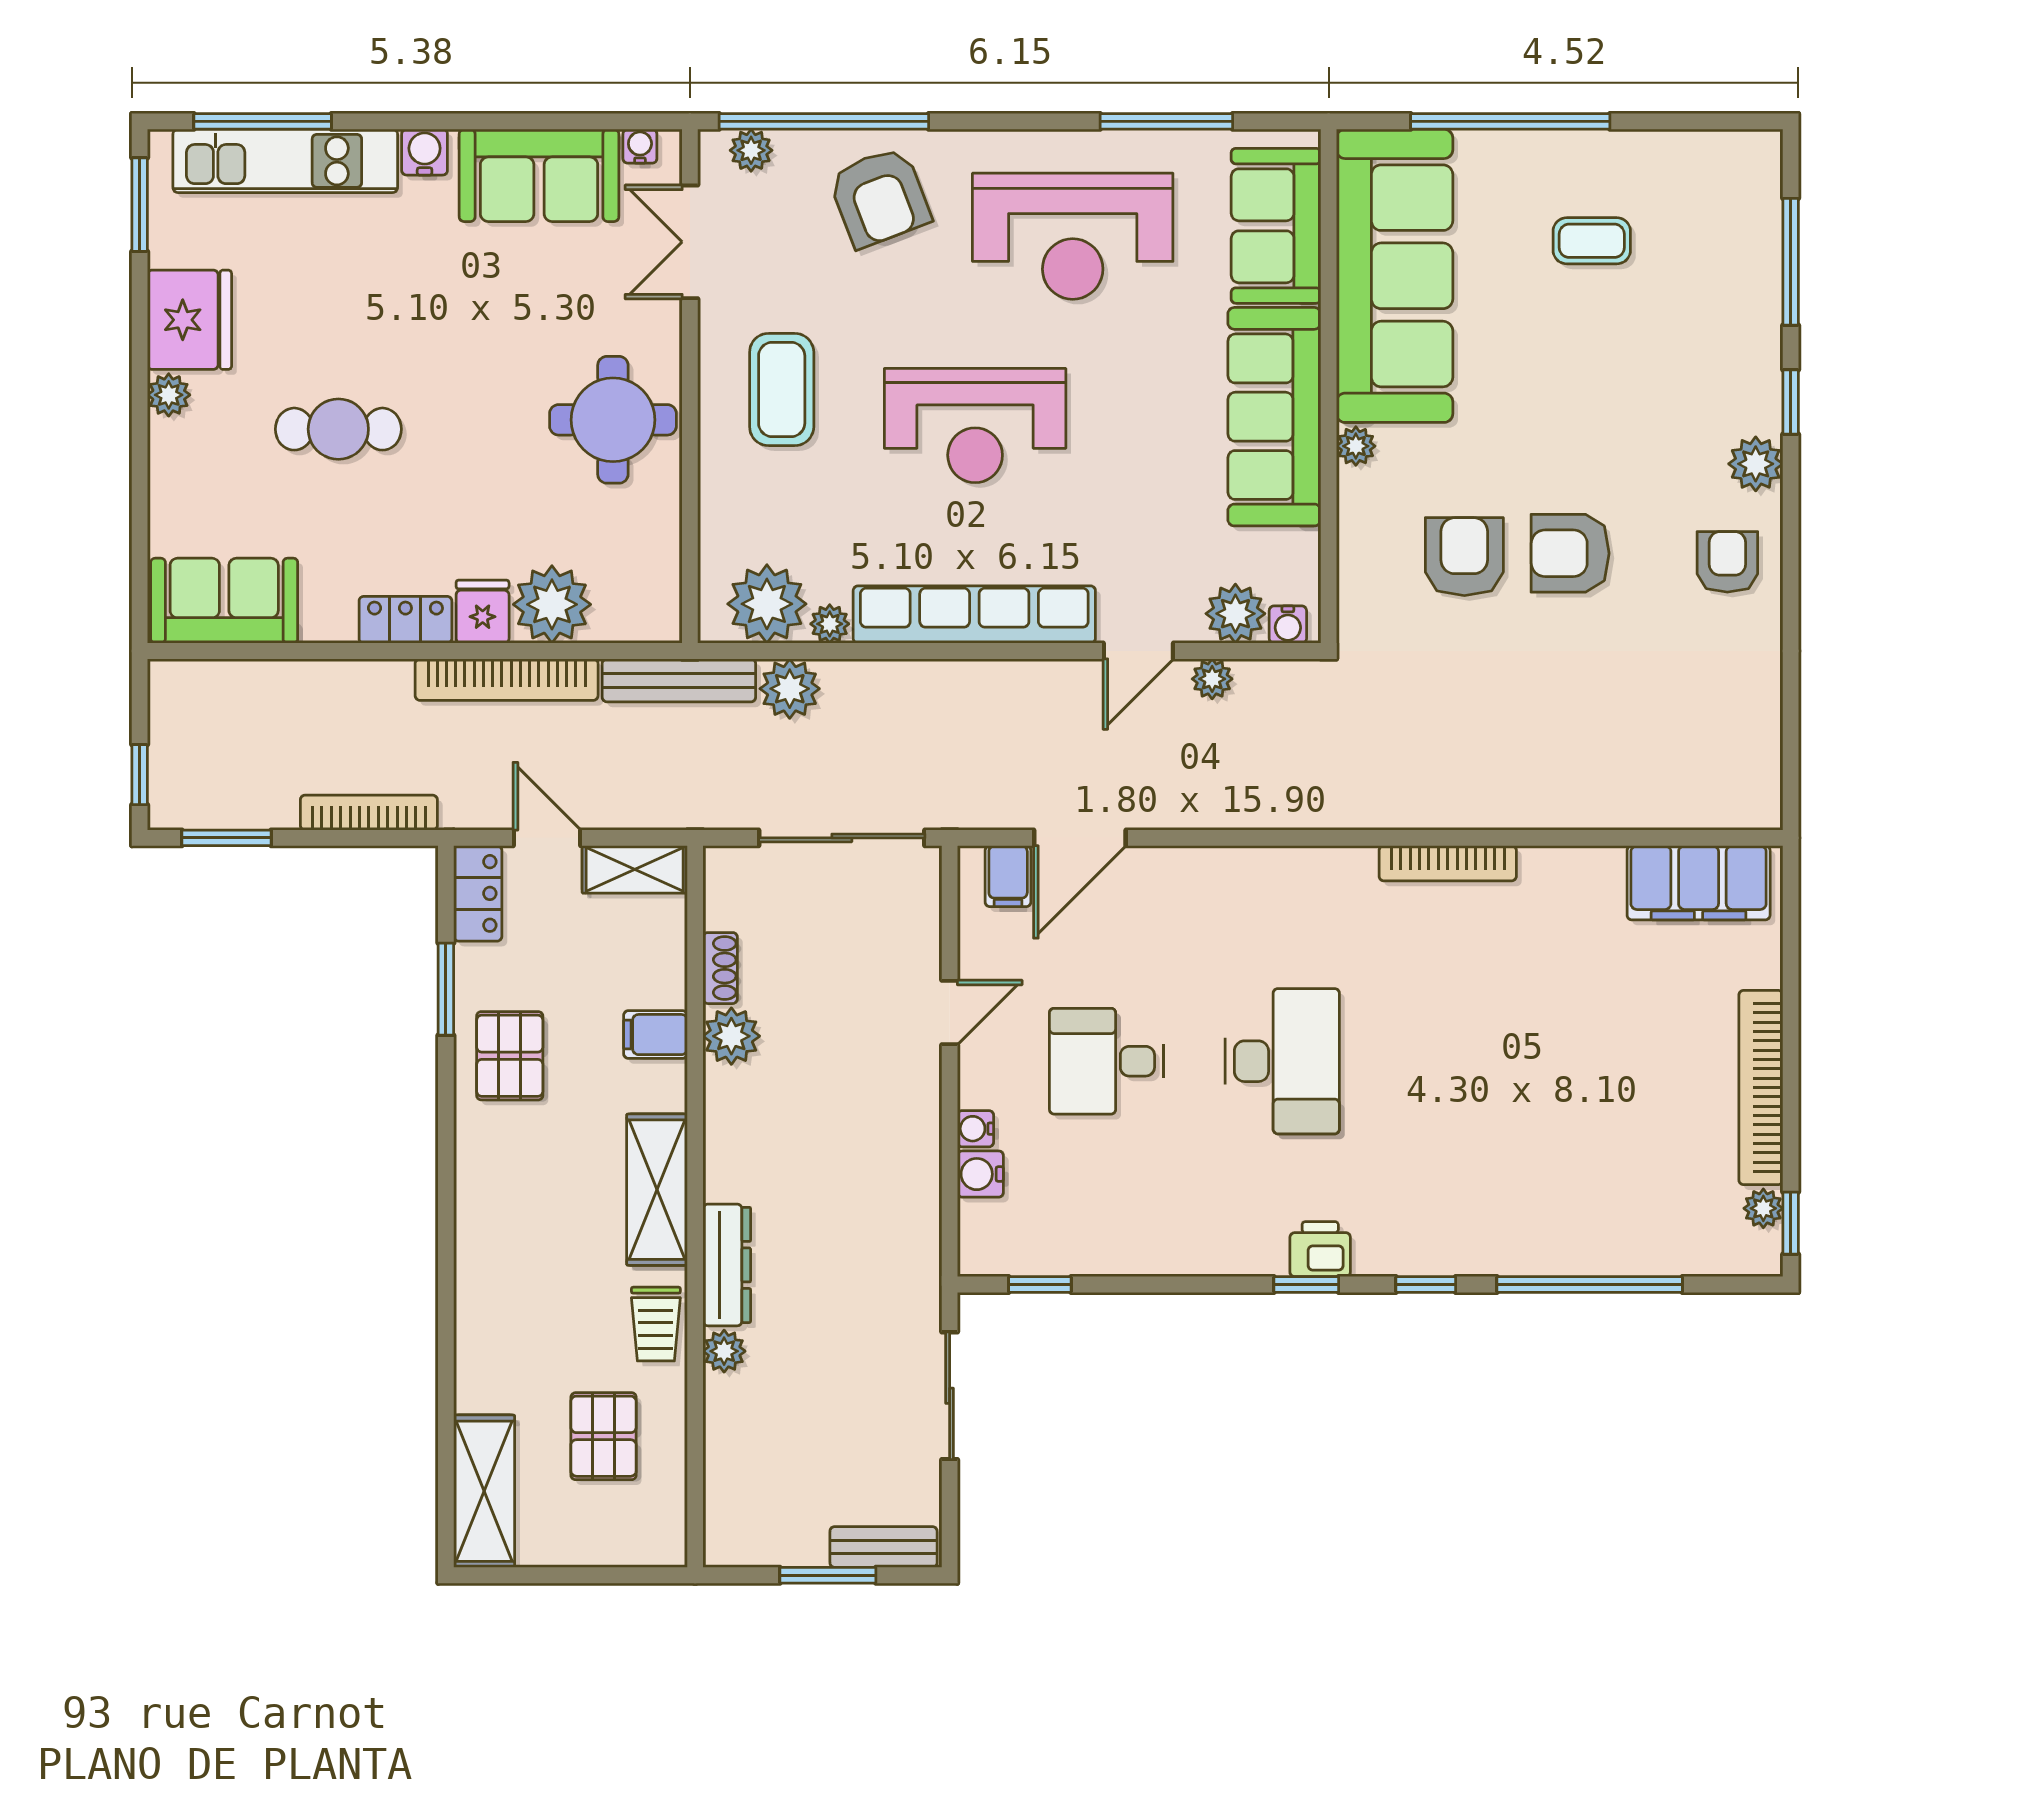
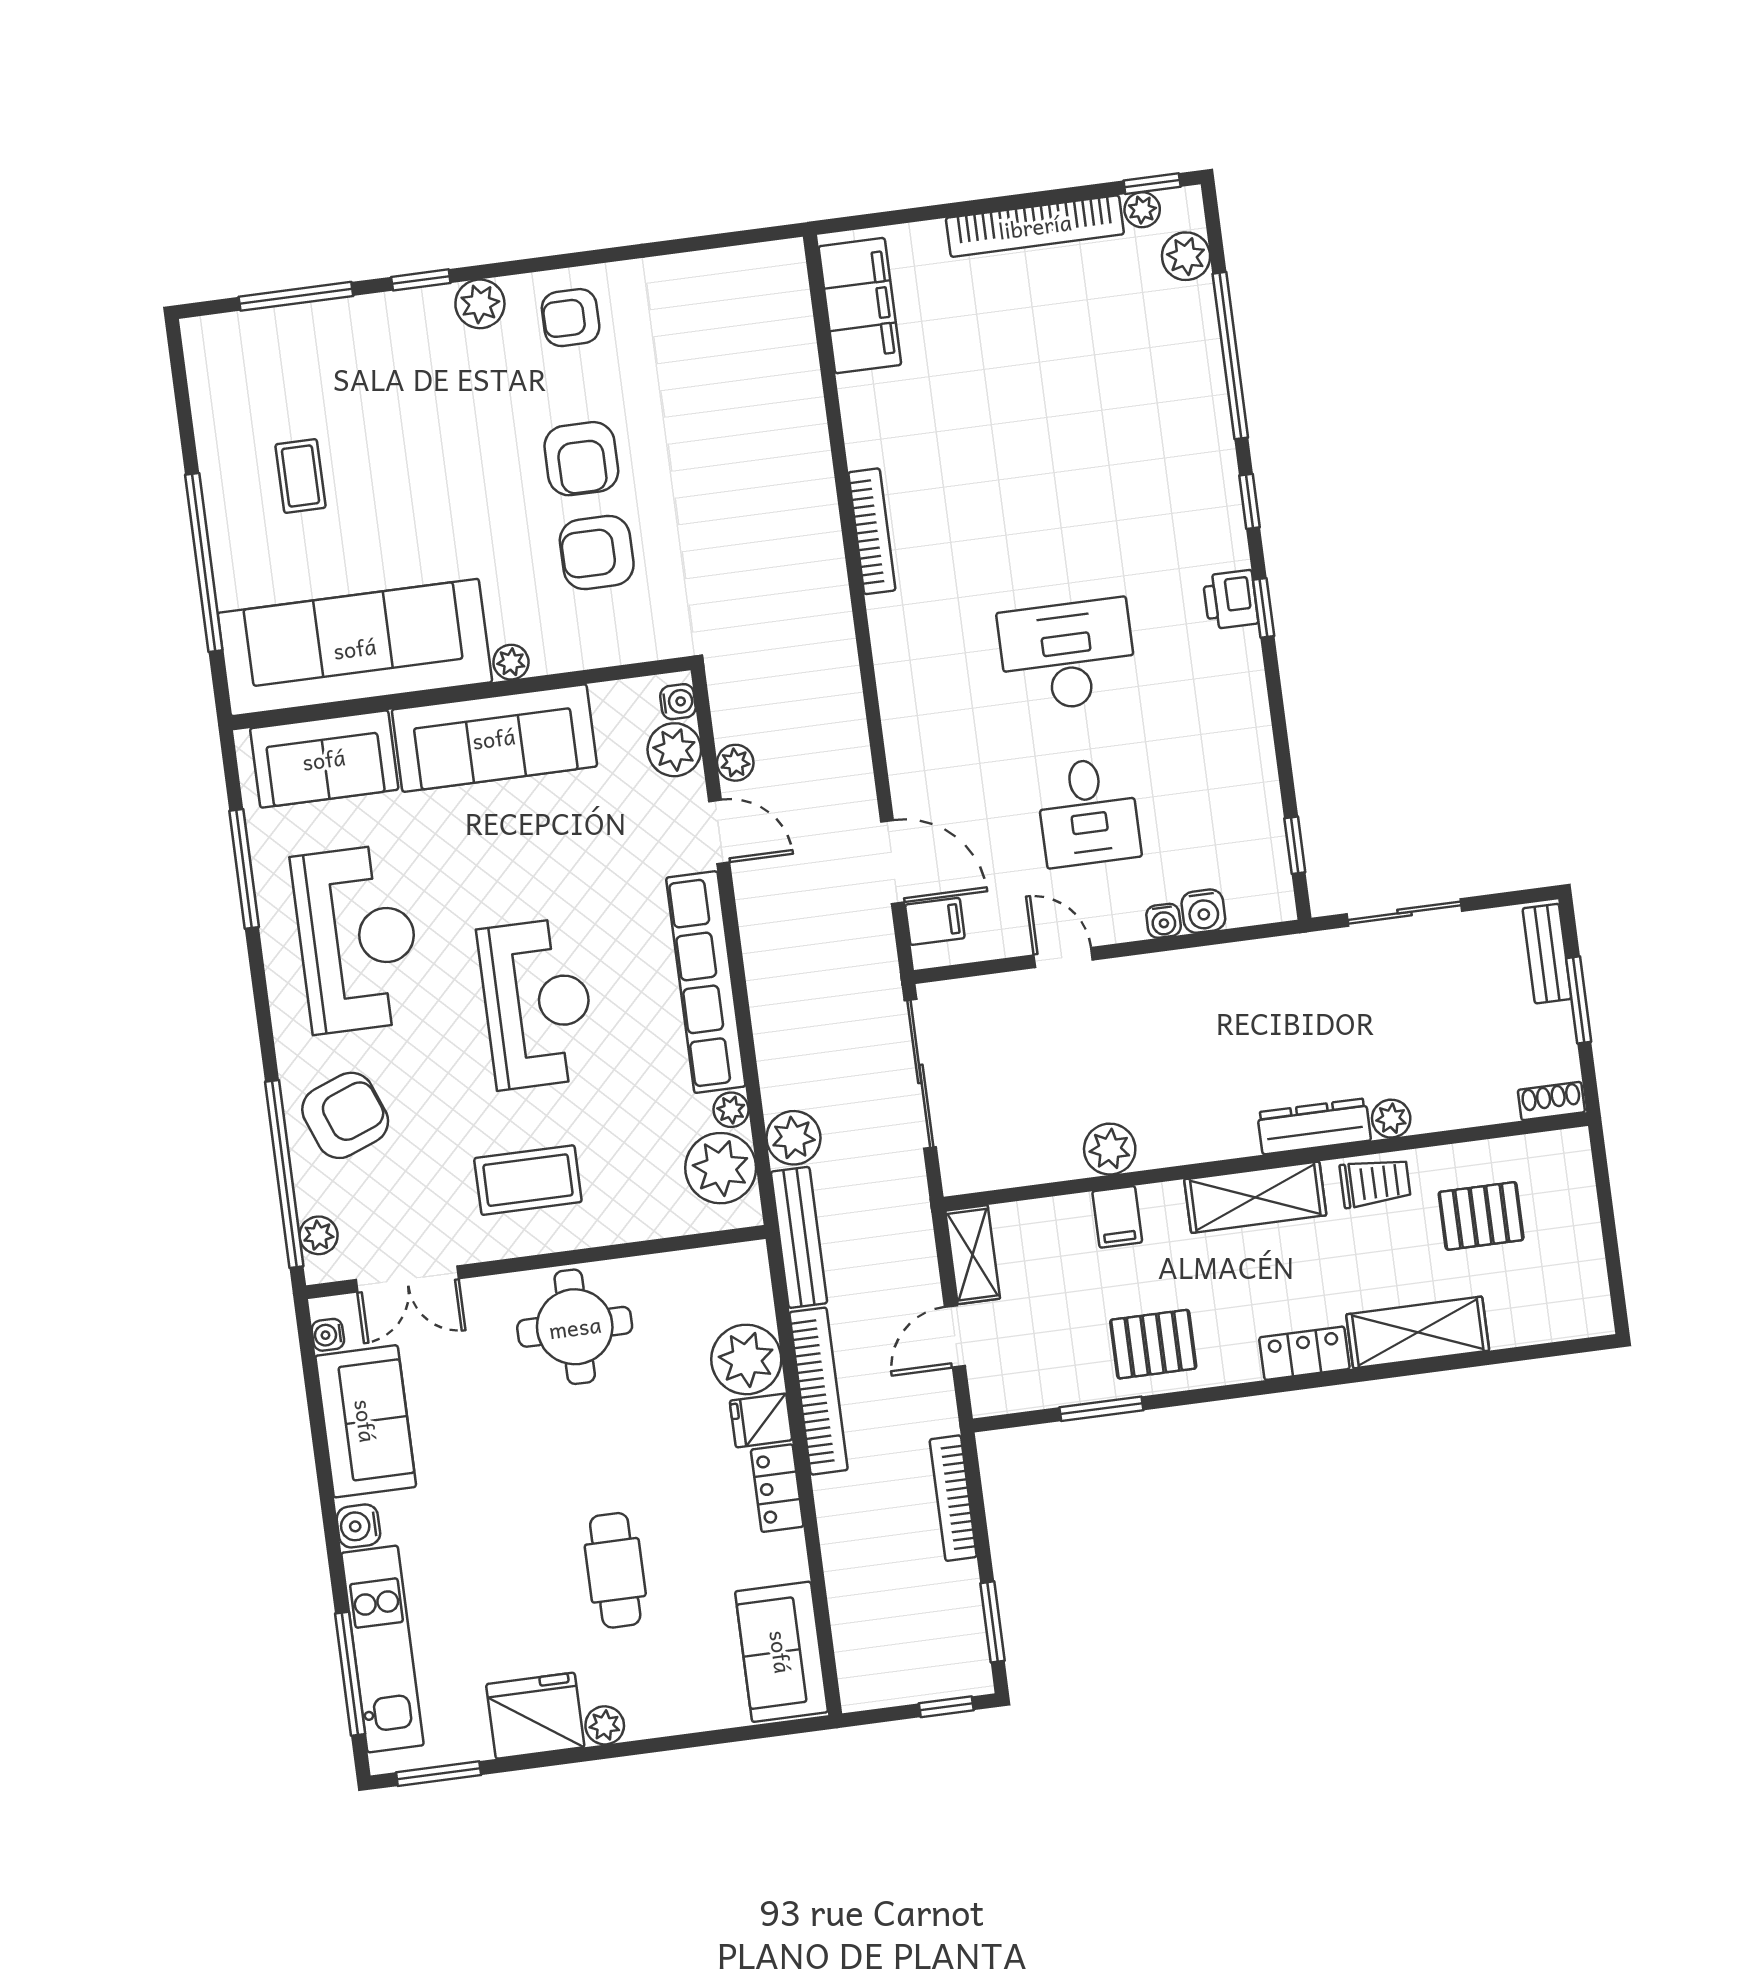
locker: (478, 893) -> (1304, 1353), moved
shoe rack: (720, 968) -> (1551, 1101), moved
plant: (1706, 1250) -> (1186, 256), added
shelving: (484, 1491) -> (1418, 1332), moved

